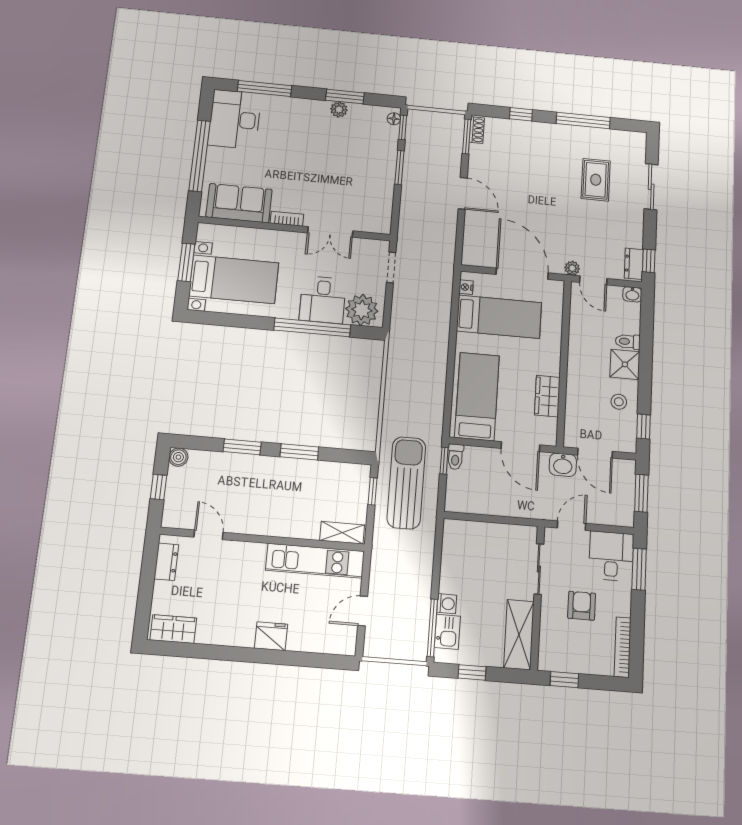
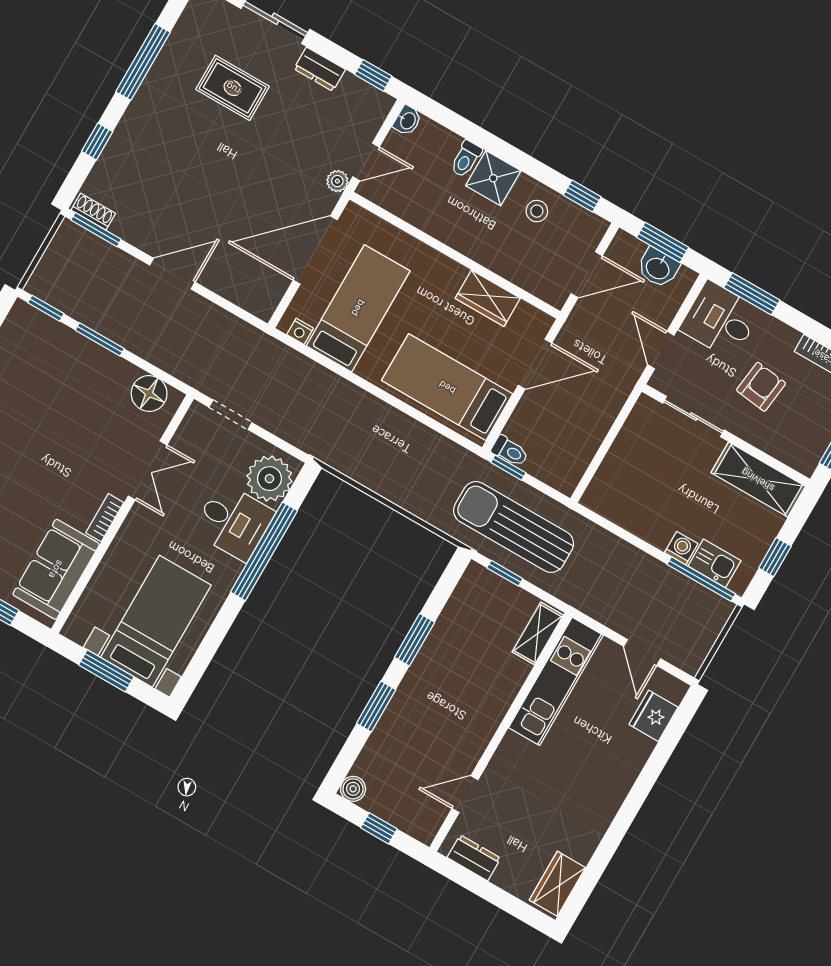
floor lamp: (394, 119) -> (149, 393), moved, width x1.89, depth x1.89
dresser: (634, 264) -> (320, 69), moved
washbasin: (563, 465) -> (658, 268), moved, turned 90
armchair: (582, 606) -> (761, 387), turned 97
fridge: (271, 636) -> (653, 716), moved

